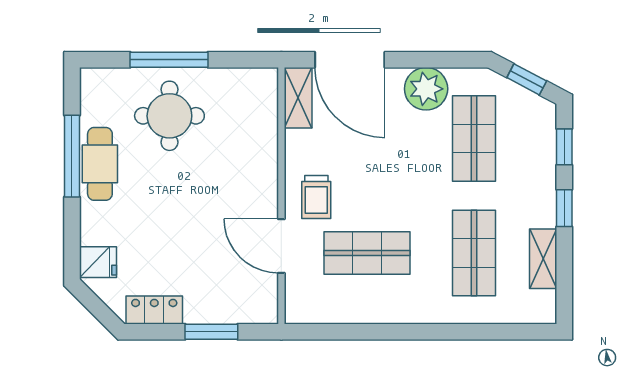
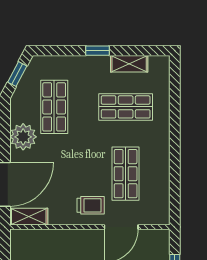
shop shelf: (474, 138) -> (54, 107), turned 90
window: (564, 147) -> (59, 51), removed

